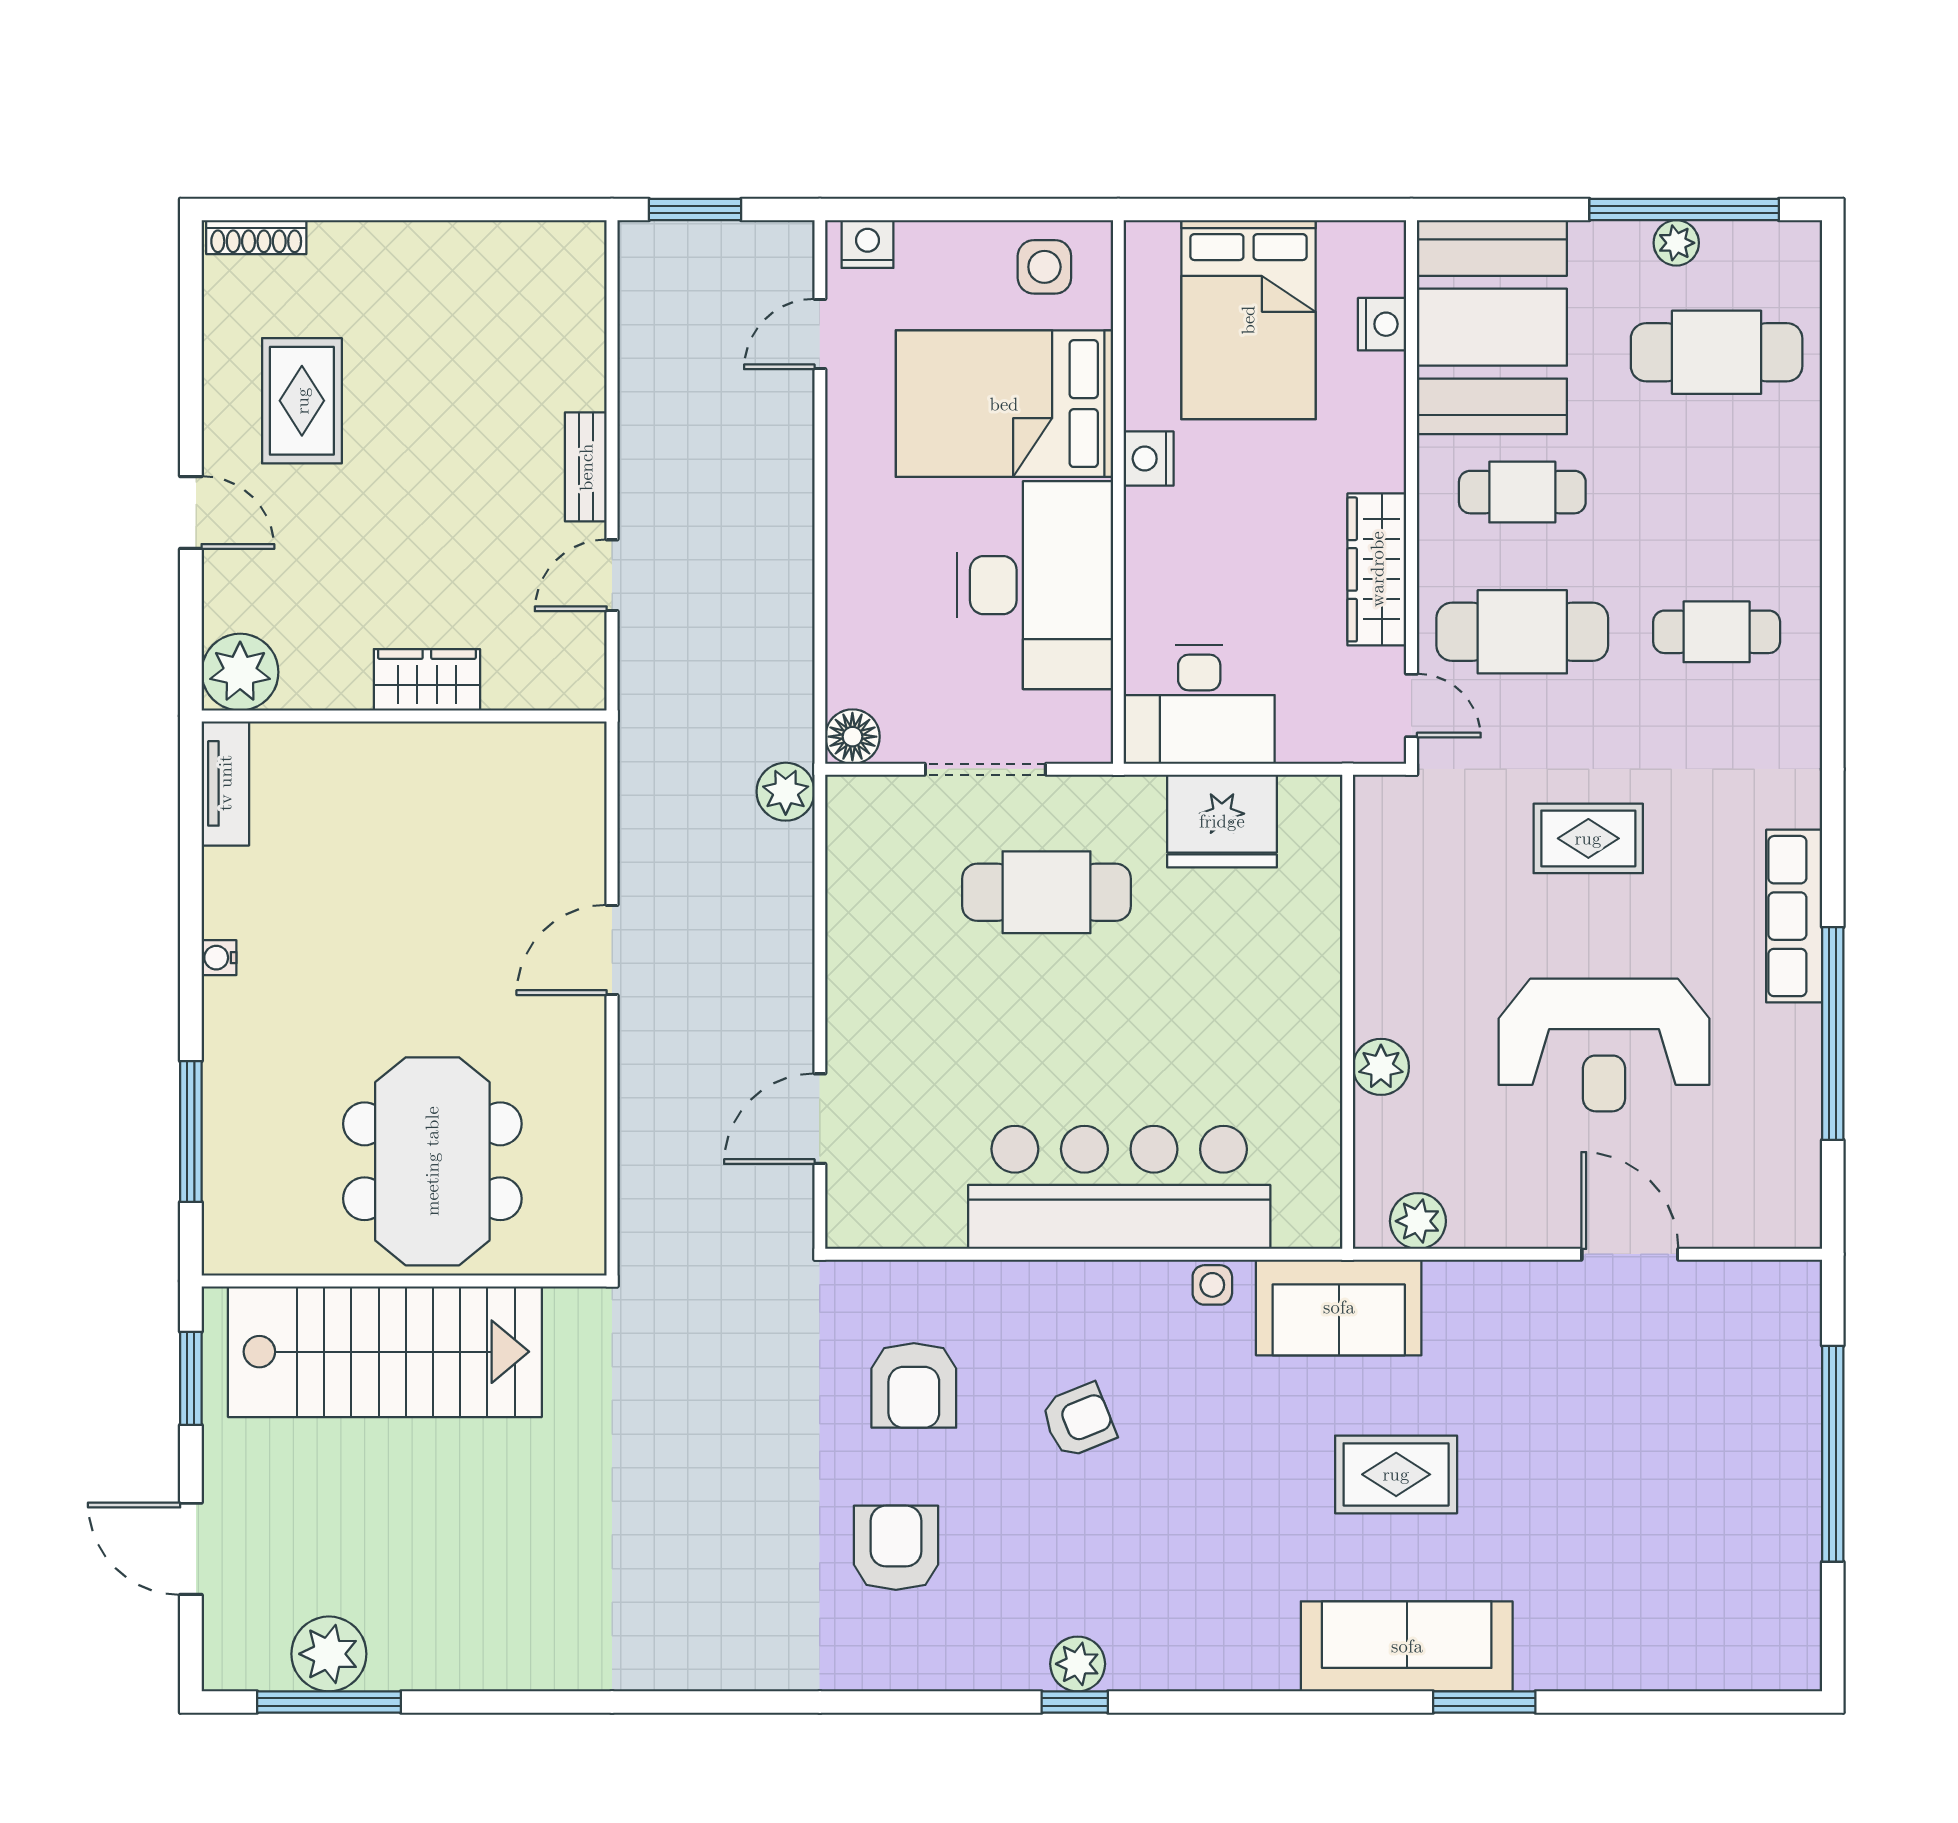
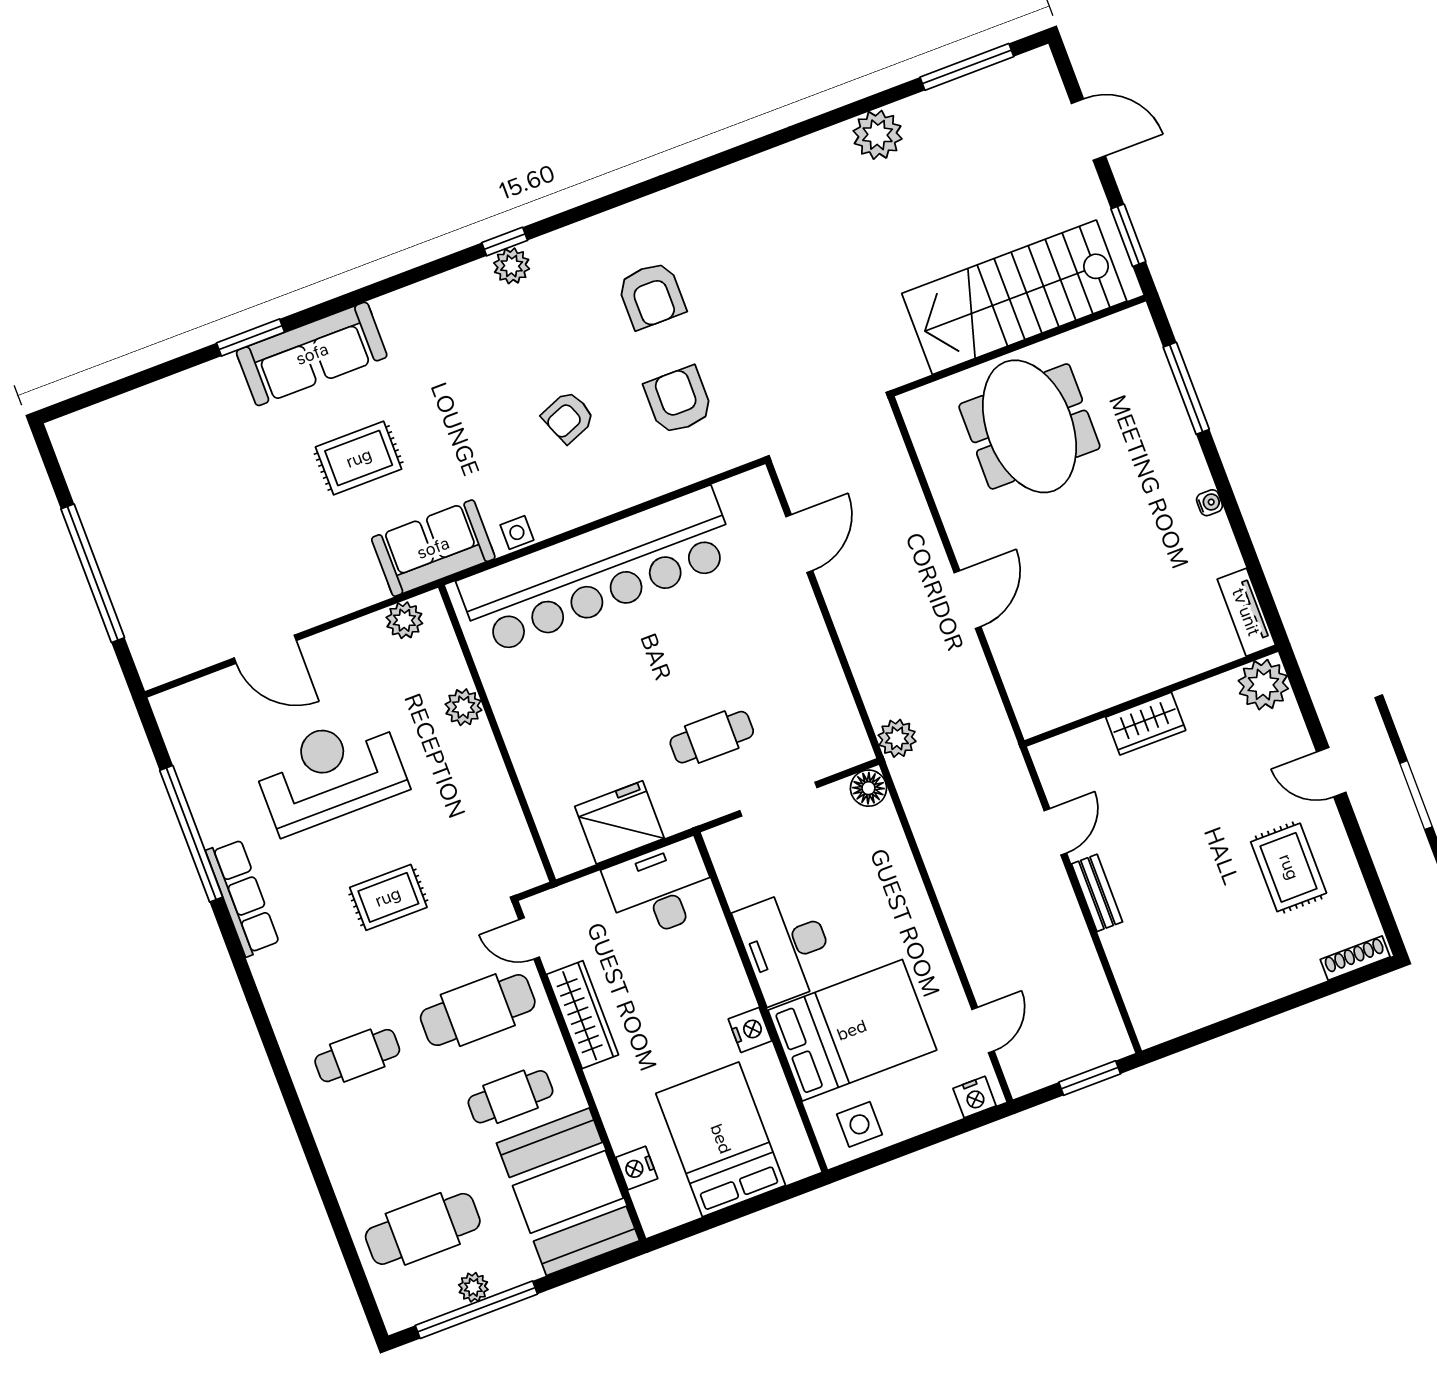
desk: (1035, 585) -> (786, 946), width x0.73, depth x0.77
cafe table: (1047, 892) -> (712, 737), width x0.73, depth x0.74
bar counter: (1119, 1187) -> (598, 571), width x1.36
plant: (329, 1654) -> (878, 135), moved

